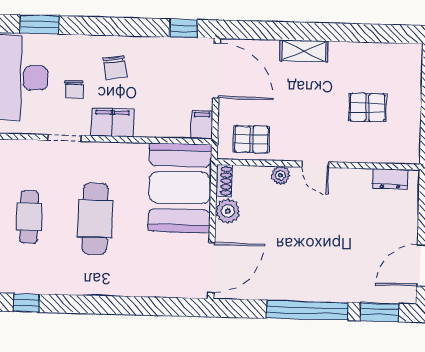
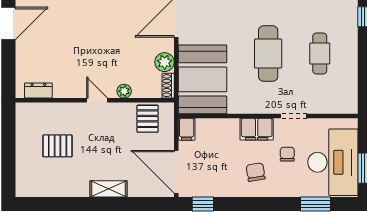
pallet: (251, 139) -> (148, 119), turned 90

